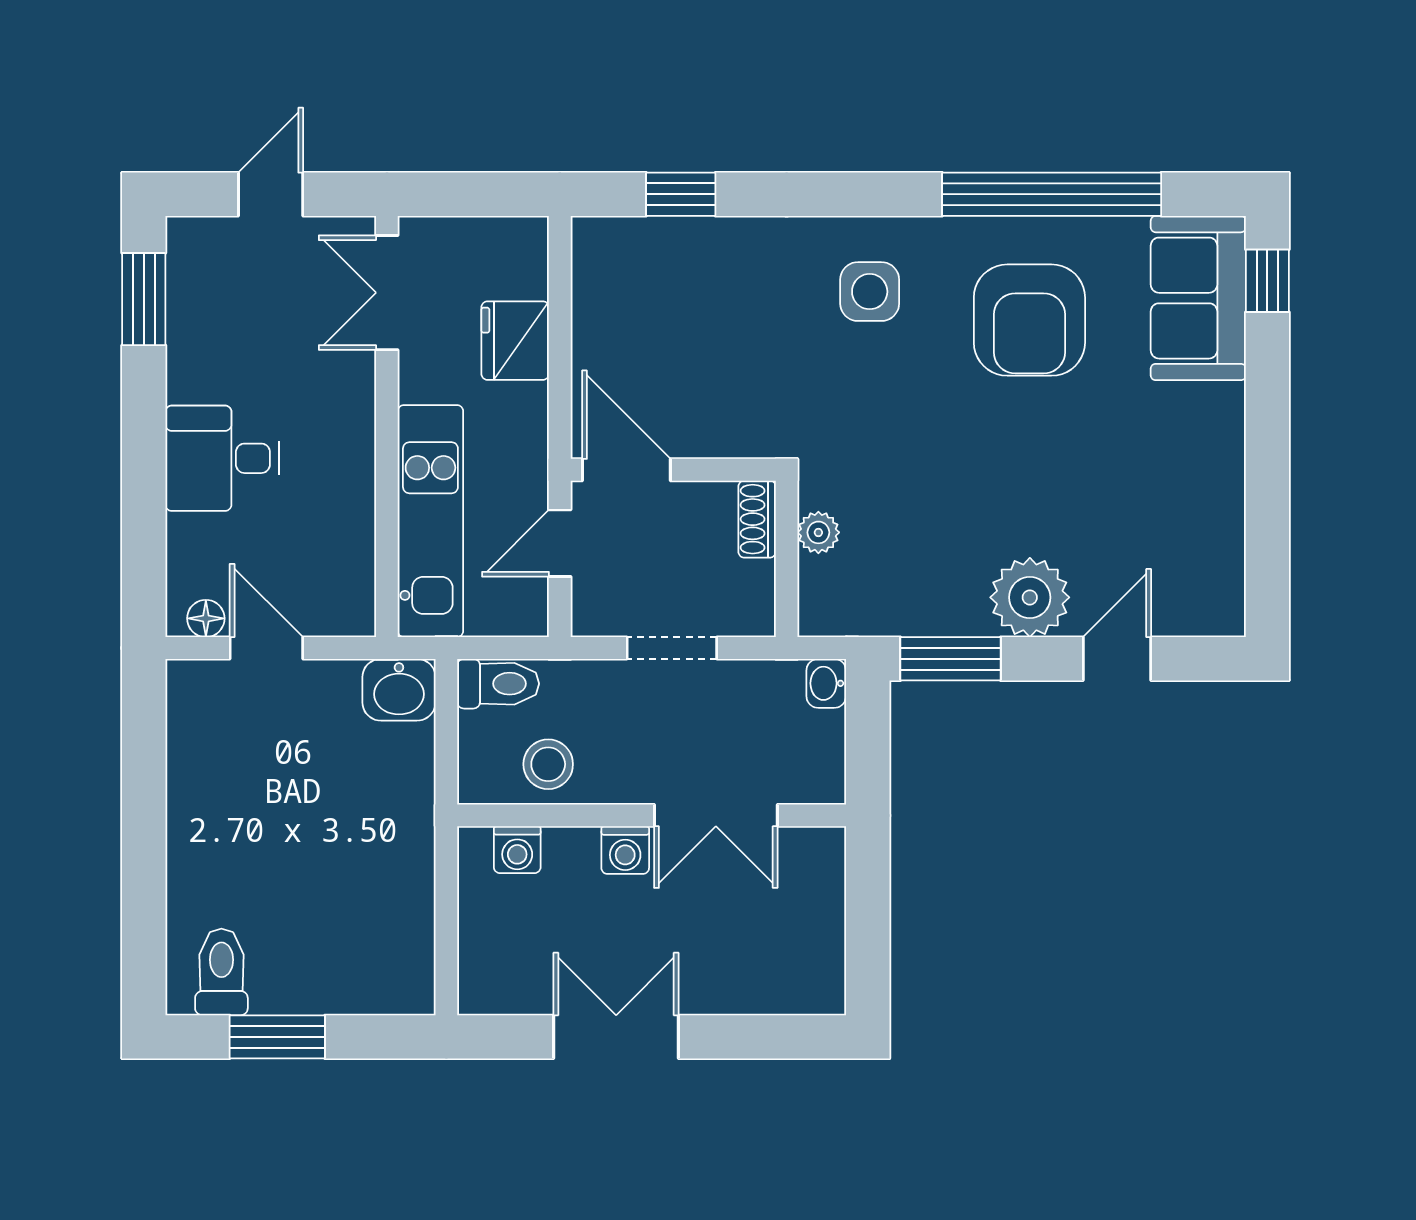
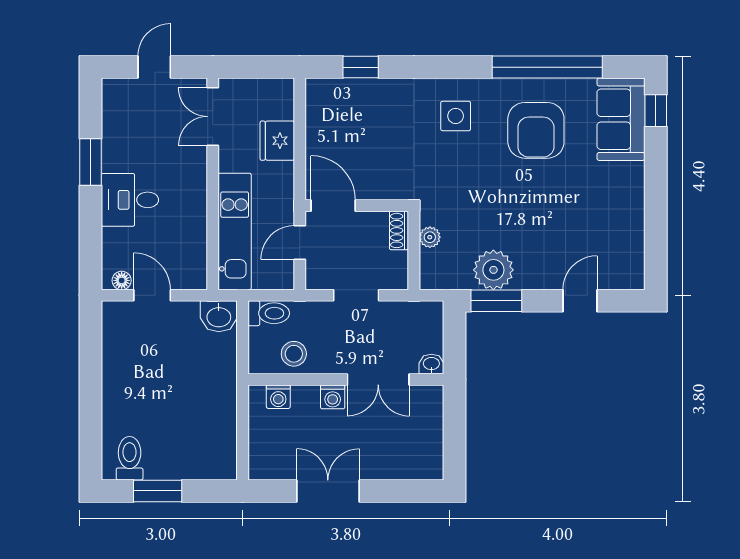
window: (144, 299) -> (90, 162), moved
plant: (1030, 597) -> (493, 270), moved
washbasin: (826, 683) -> (431, 364), moved, turned 90

